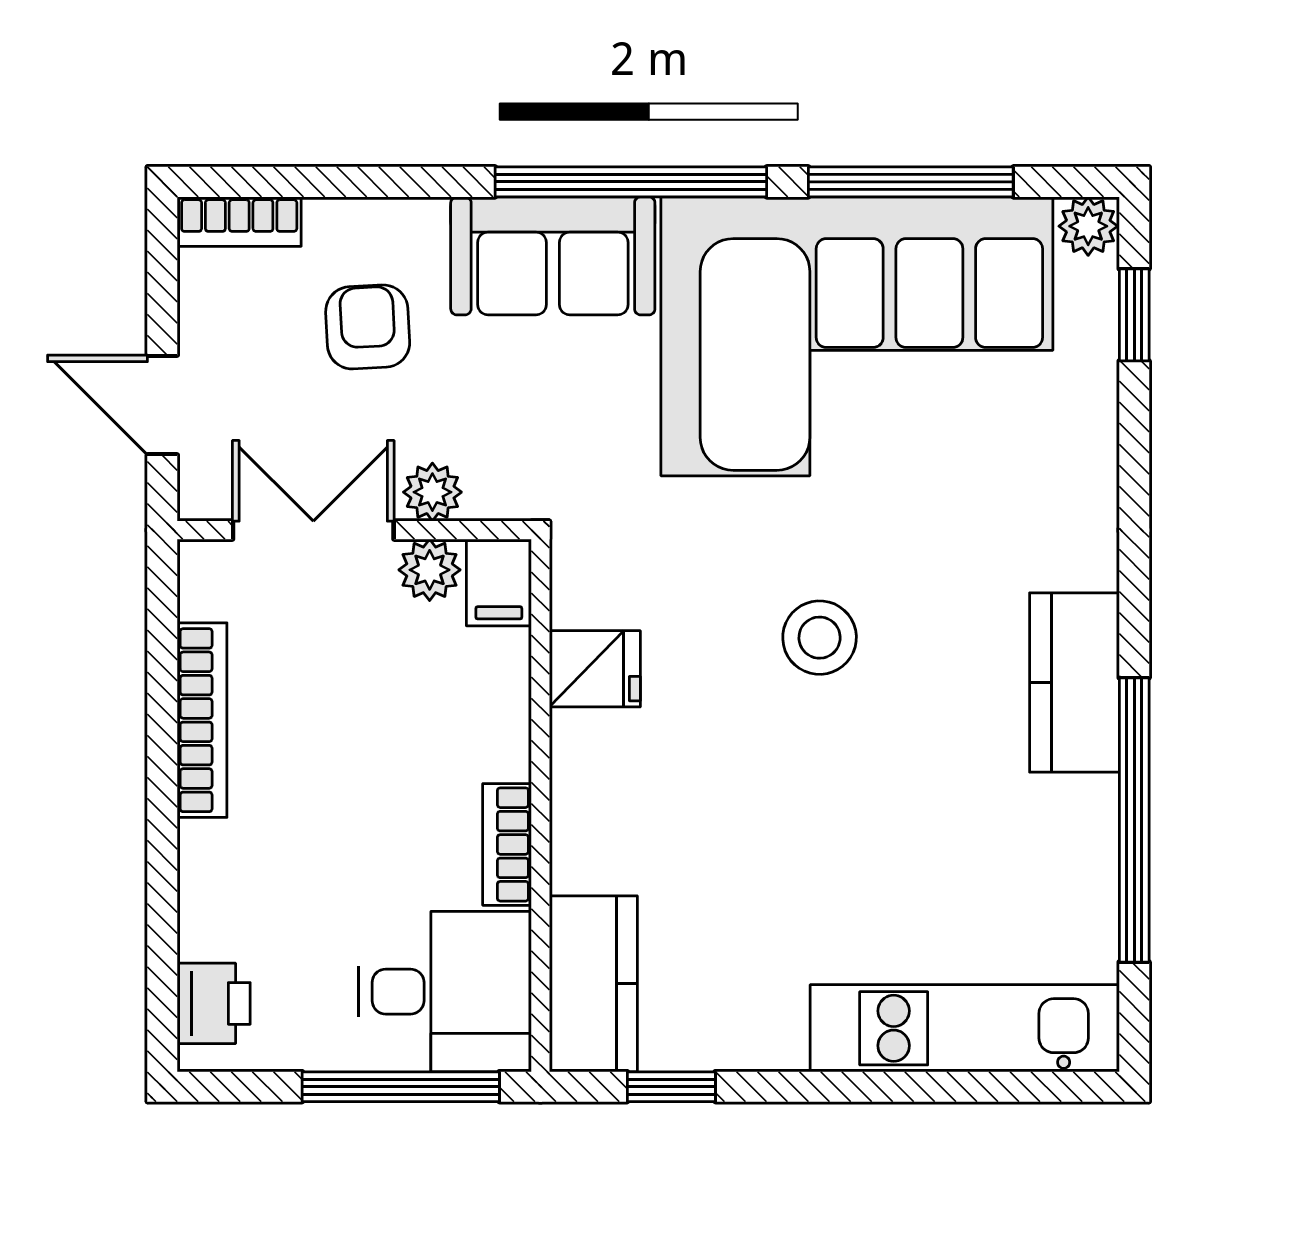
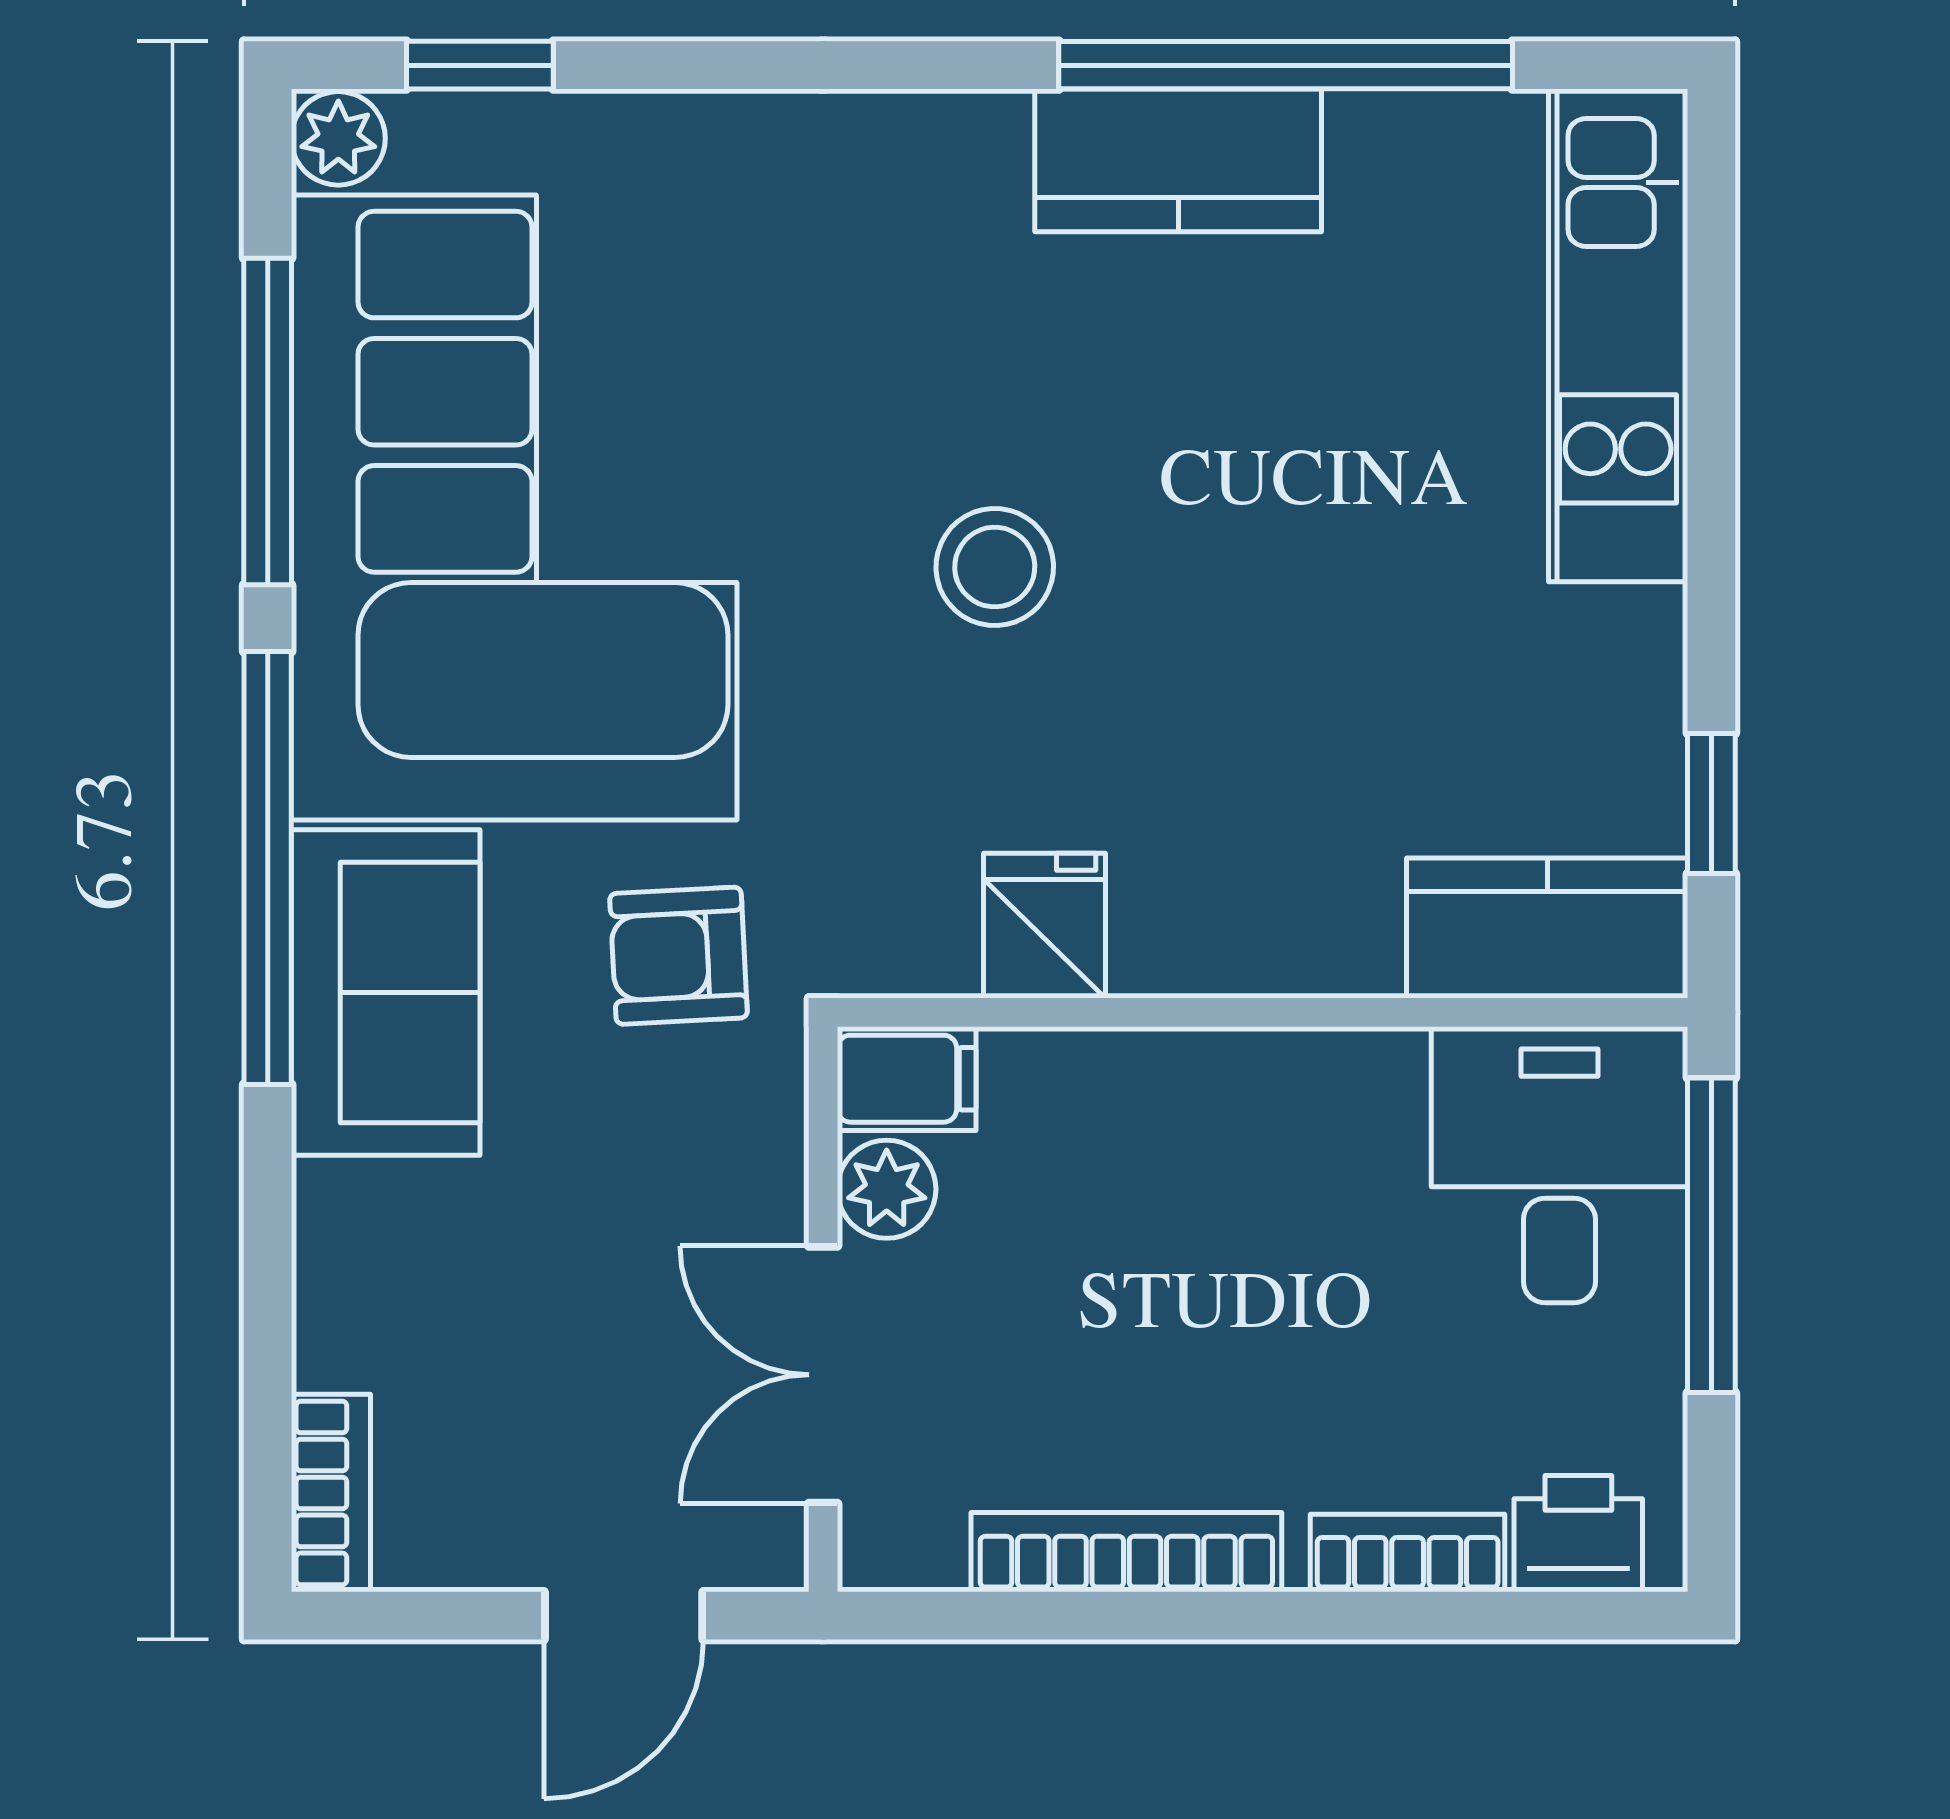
armchair: (368, 327) -> (679, 956), moved
plant: (432, 492) -> (763, 1185), removed
kitchen counter: (1074, 683) -> (1178, 160), moved
bookcase: (507, 844) -> (1408, 1553), moved, turned 180

